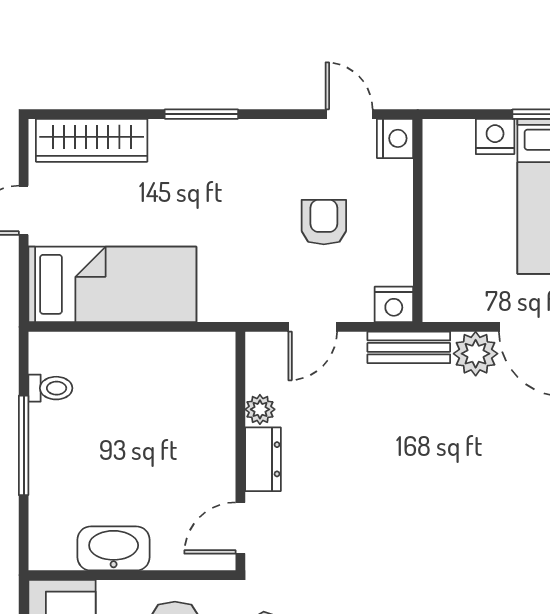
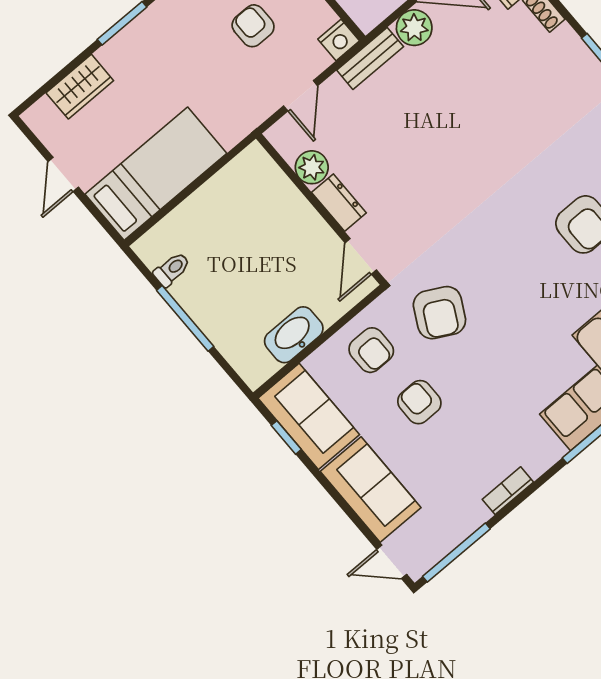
wardrobe: (92, 140) -> (80, 87), width x0.67
plant: (260, 409) -> (312, 167), width x1.38, depth x1.38

